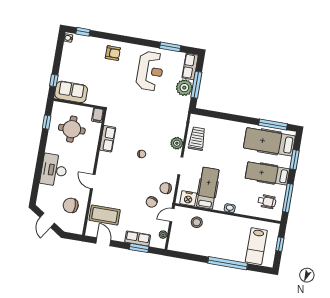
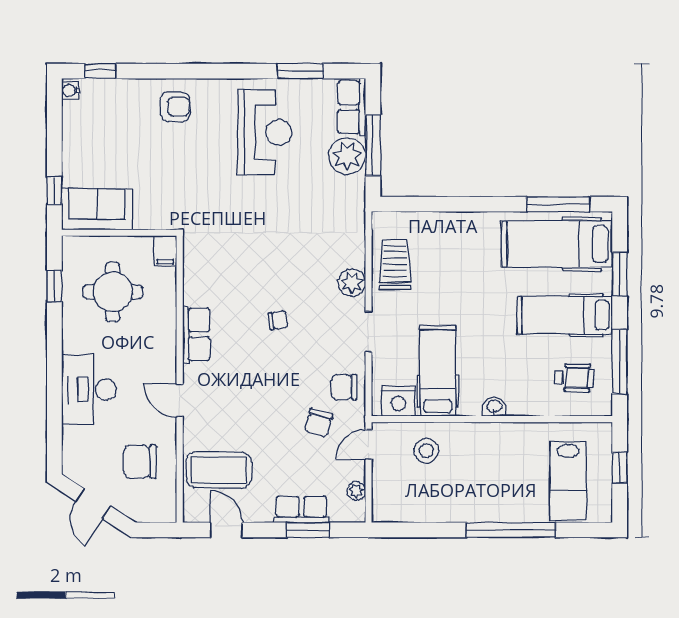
row of seats: (108, 139) -> (196, 334), moved

